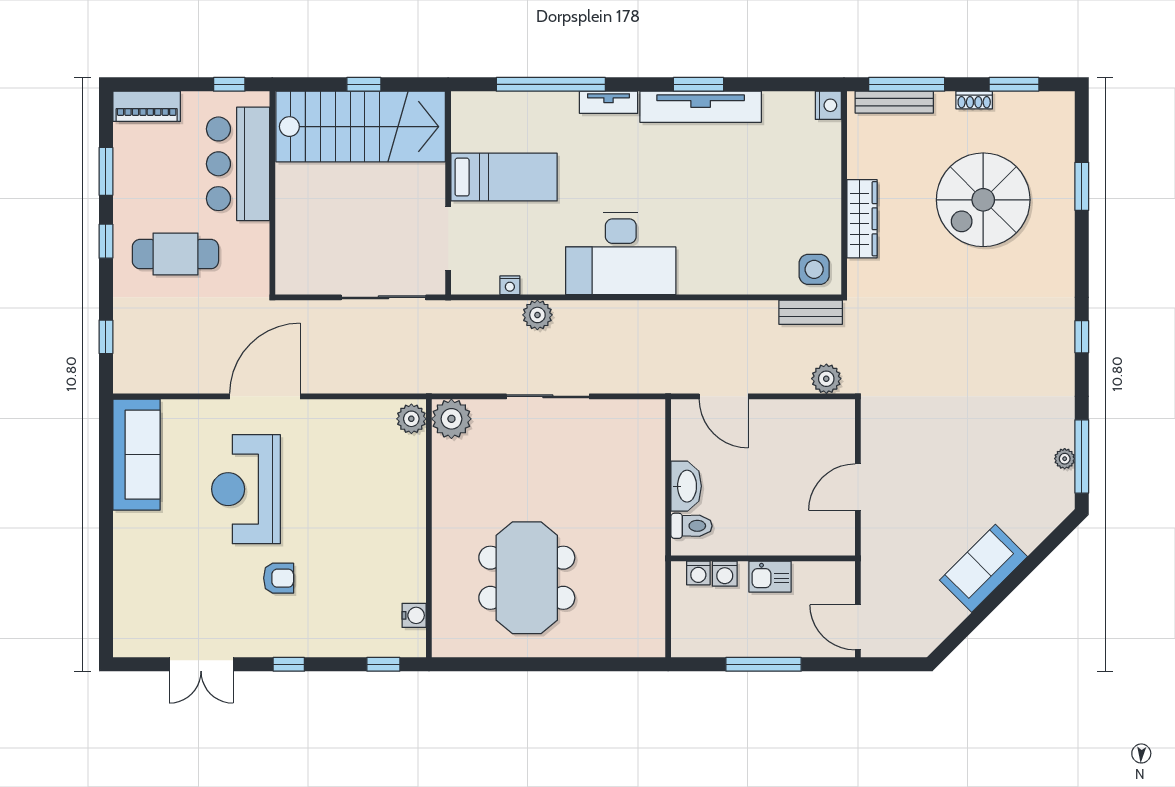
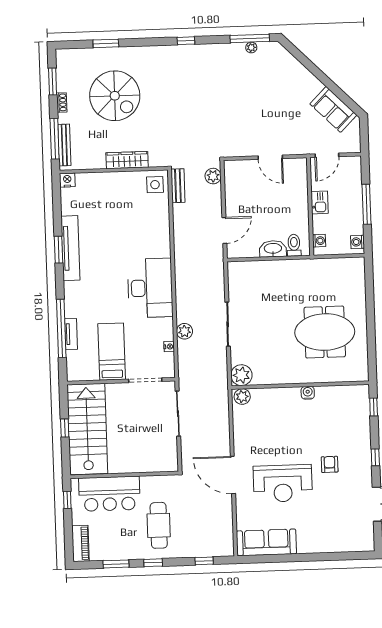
tv unit: (609, 102) -> (71, 334), moved
sofa: (983, 568) -> (333, 109), moved
washing machine: (725, 574) -> (357, 242), moved, turned 180
water cooler: (414, 615) -> (308, 393), moved
door: (858, 627) -> (327, 155), moved

